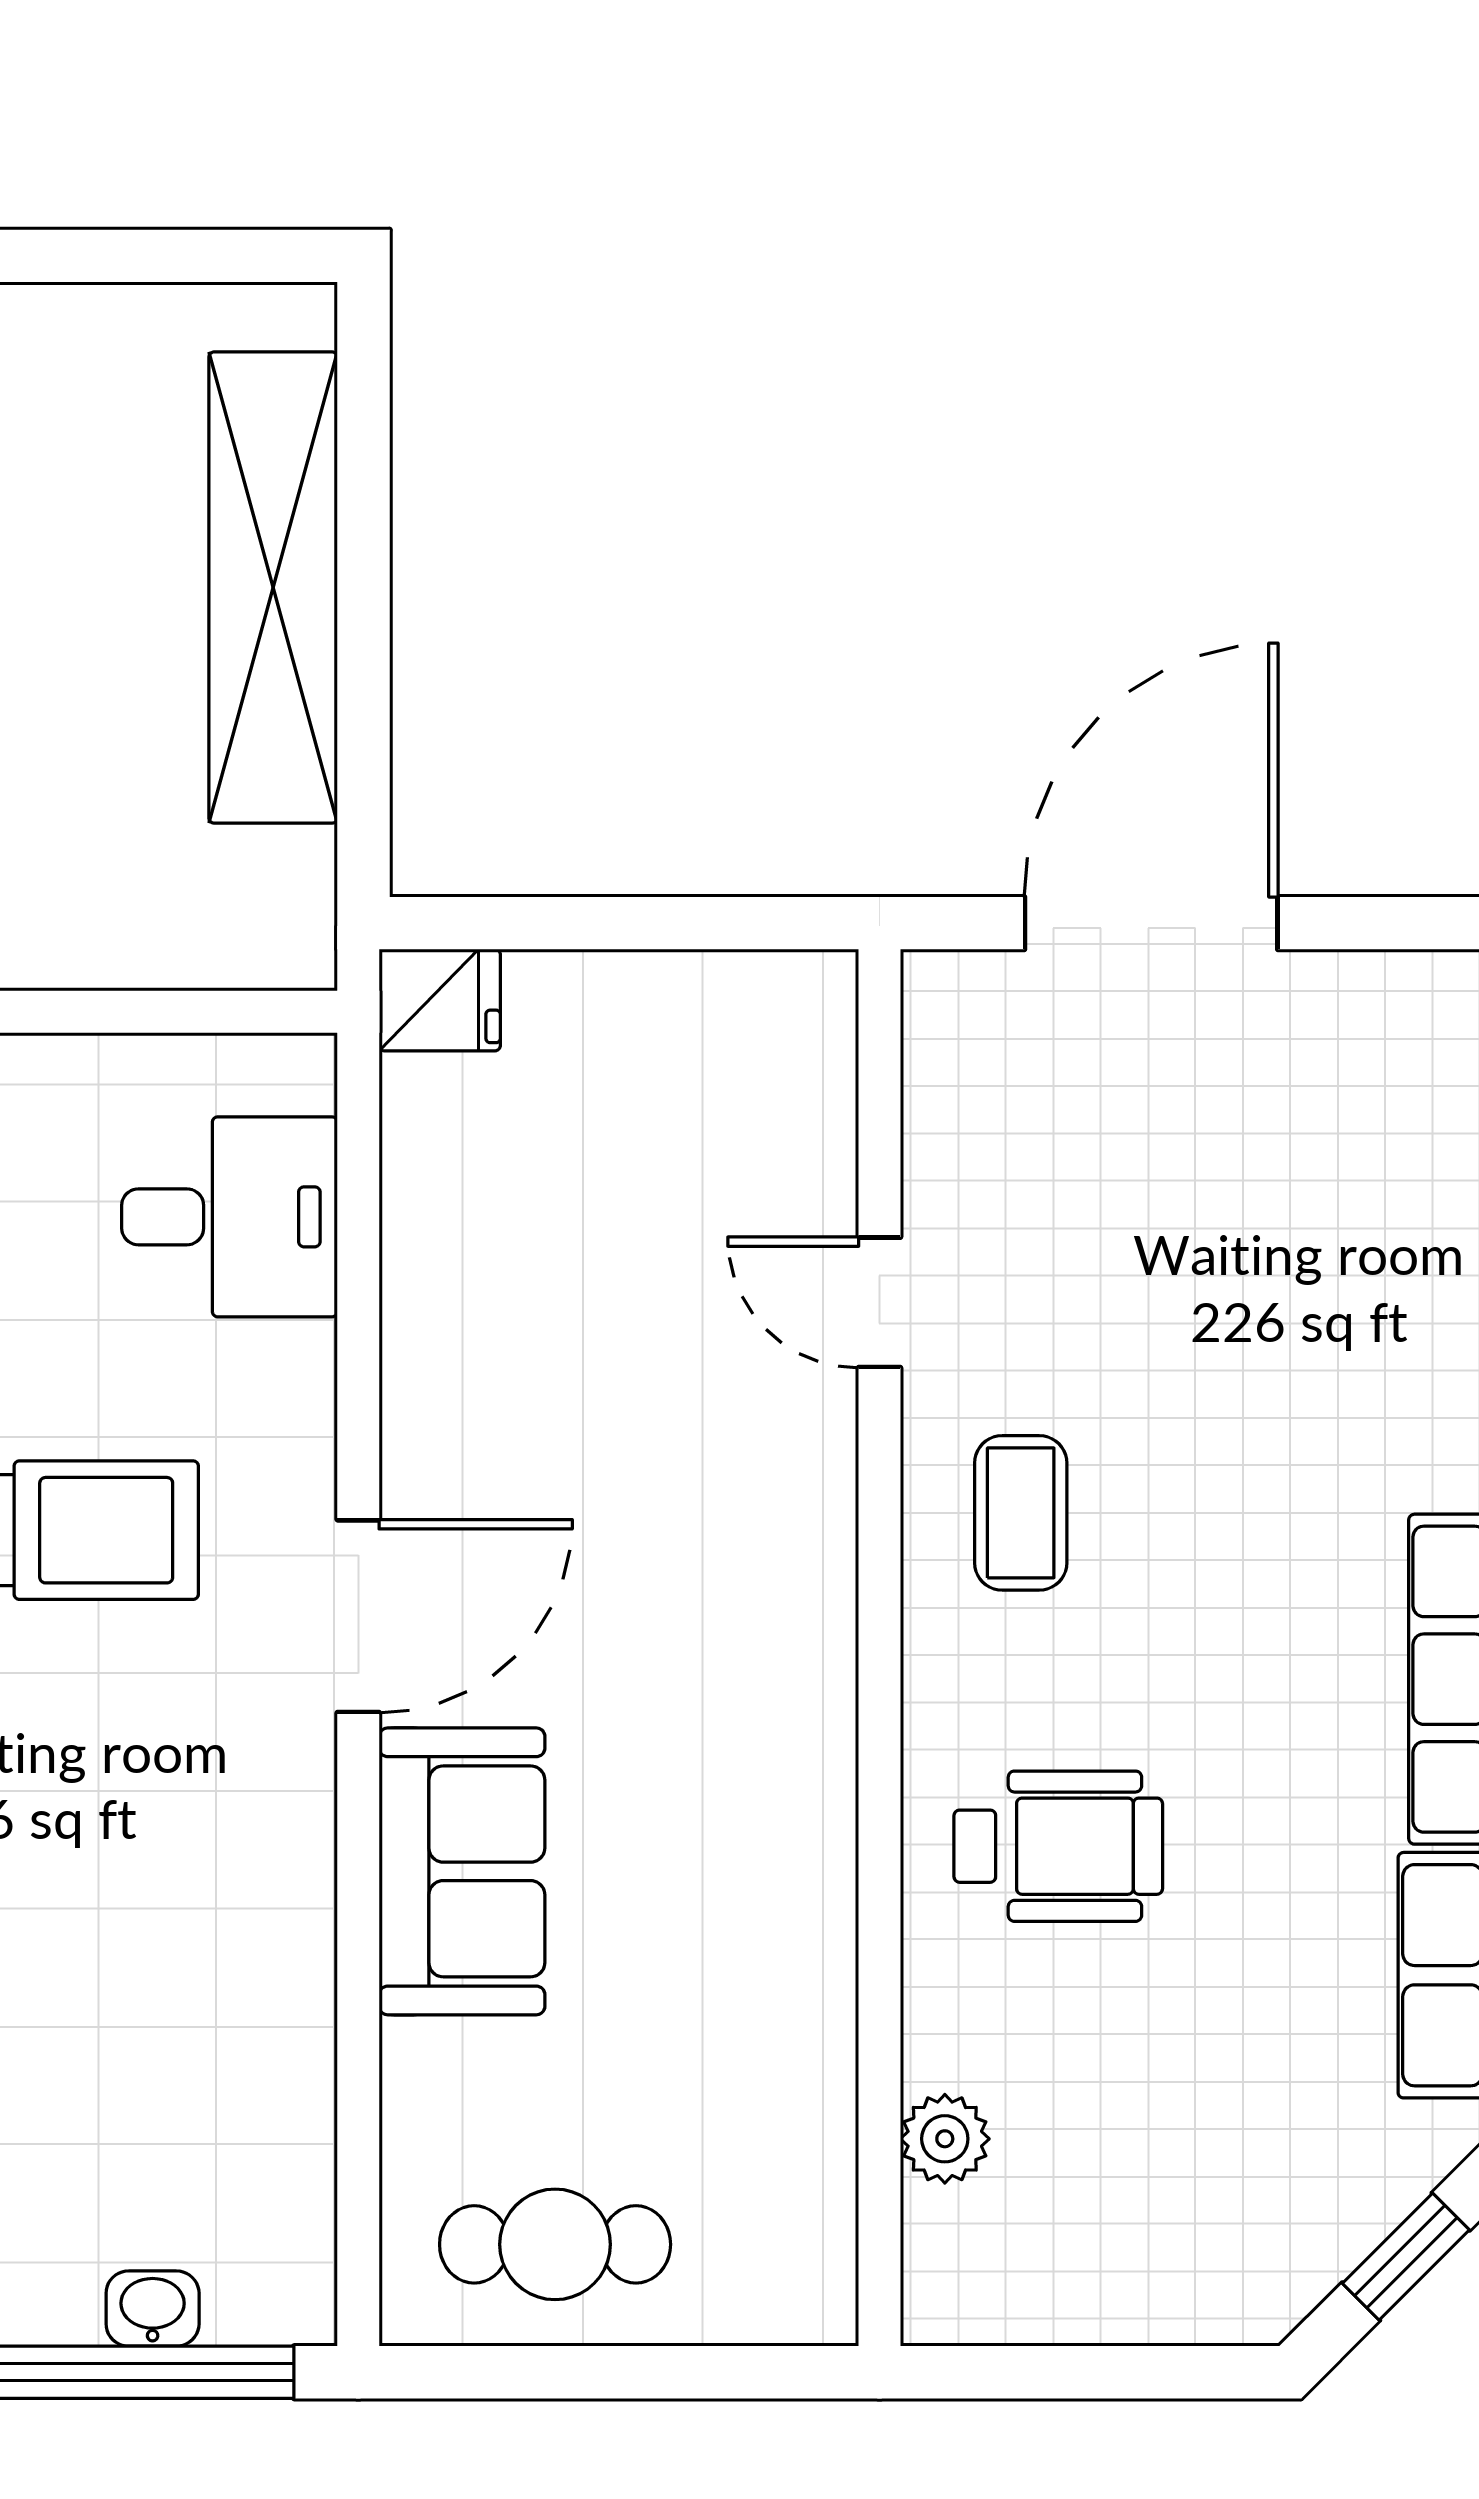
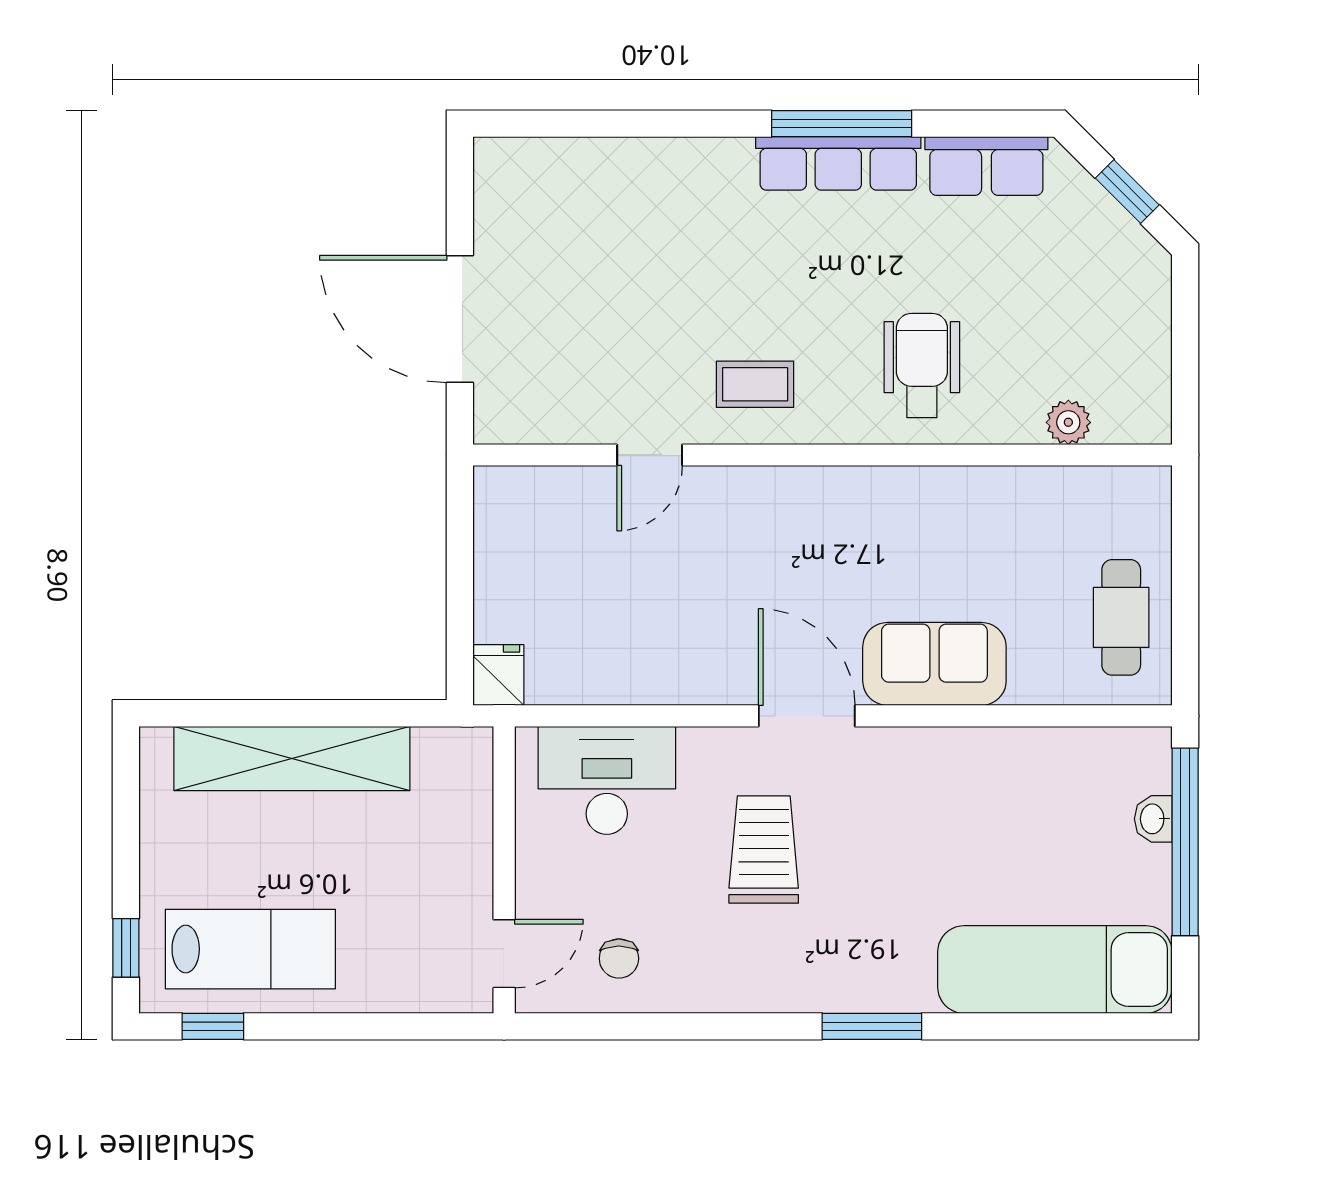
desk: (230, 1217) -> (607, 780), width x1.37

